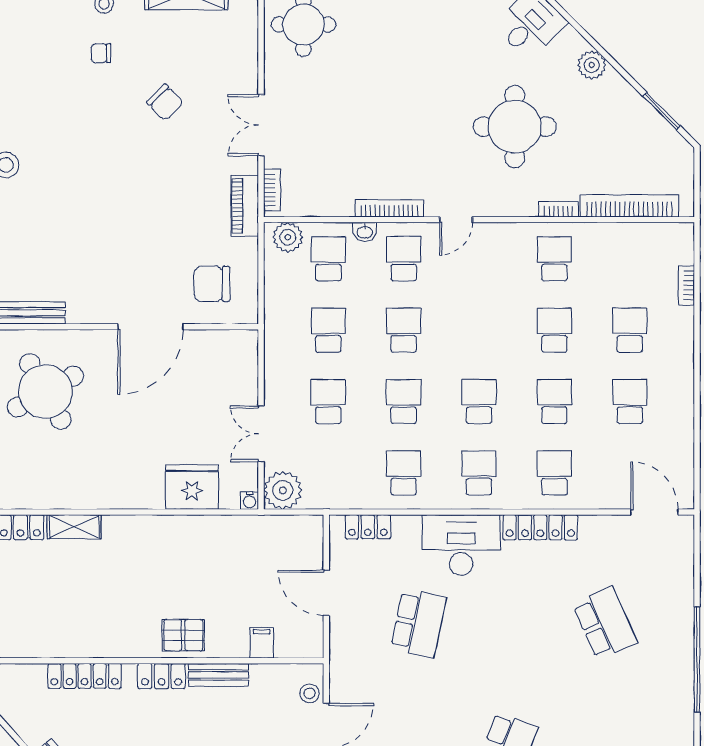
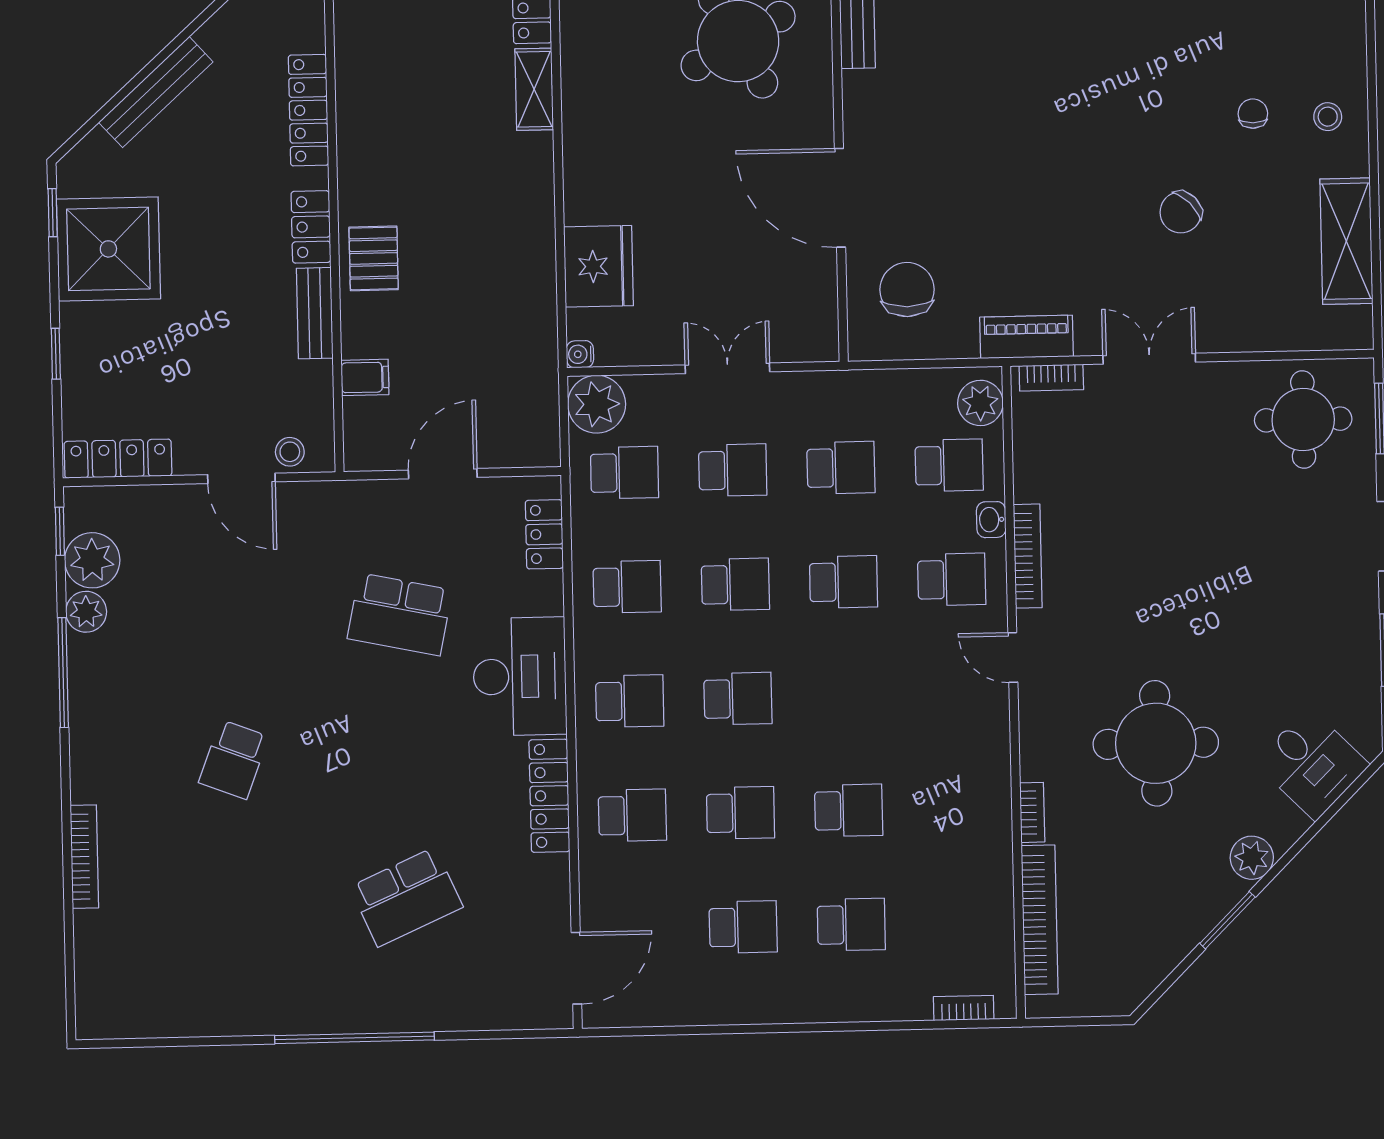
window: (662, 111) -> (1227, 920), moved
school desk: (554, 259) -> (625, 473), moved
bookcase: (686, 285) -> (964, 1008), moved
double door: (261, 434) -> (727, 368), moved

